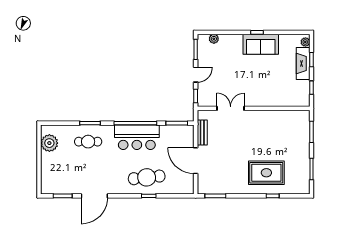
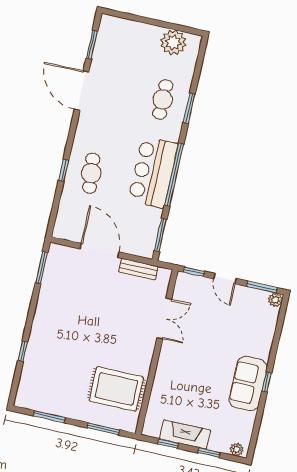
plant: (214, 39) -> (275, 300), moved
fireplace: (303, 64) -> (185, 435), moved
door: (196, 161) -> (100, 250), hinge flipped
rug: (266, 173) -> (116, 389), moved, turned 90
cafe table: (147, 177) -> (91, 173), width x0.73, depth x0.74

